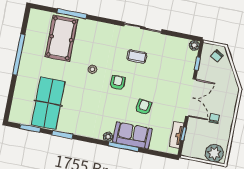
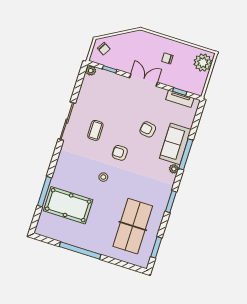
double door: (191, 98) -> (143, 80), width x0.73
table tennis table: (48, 103) -> (133, 226), turned 90
window: (62, 135) -> (171, 202), moved

